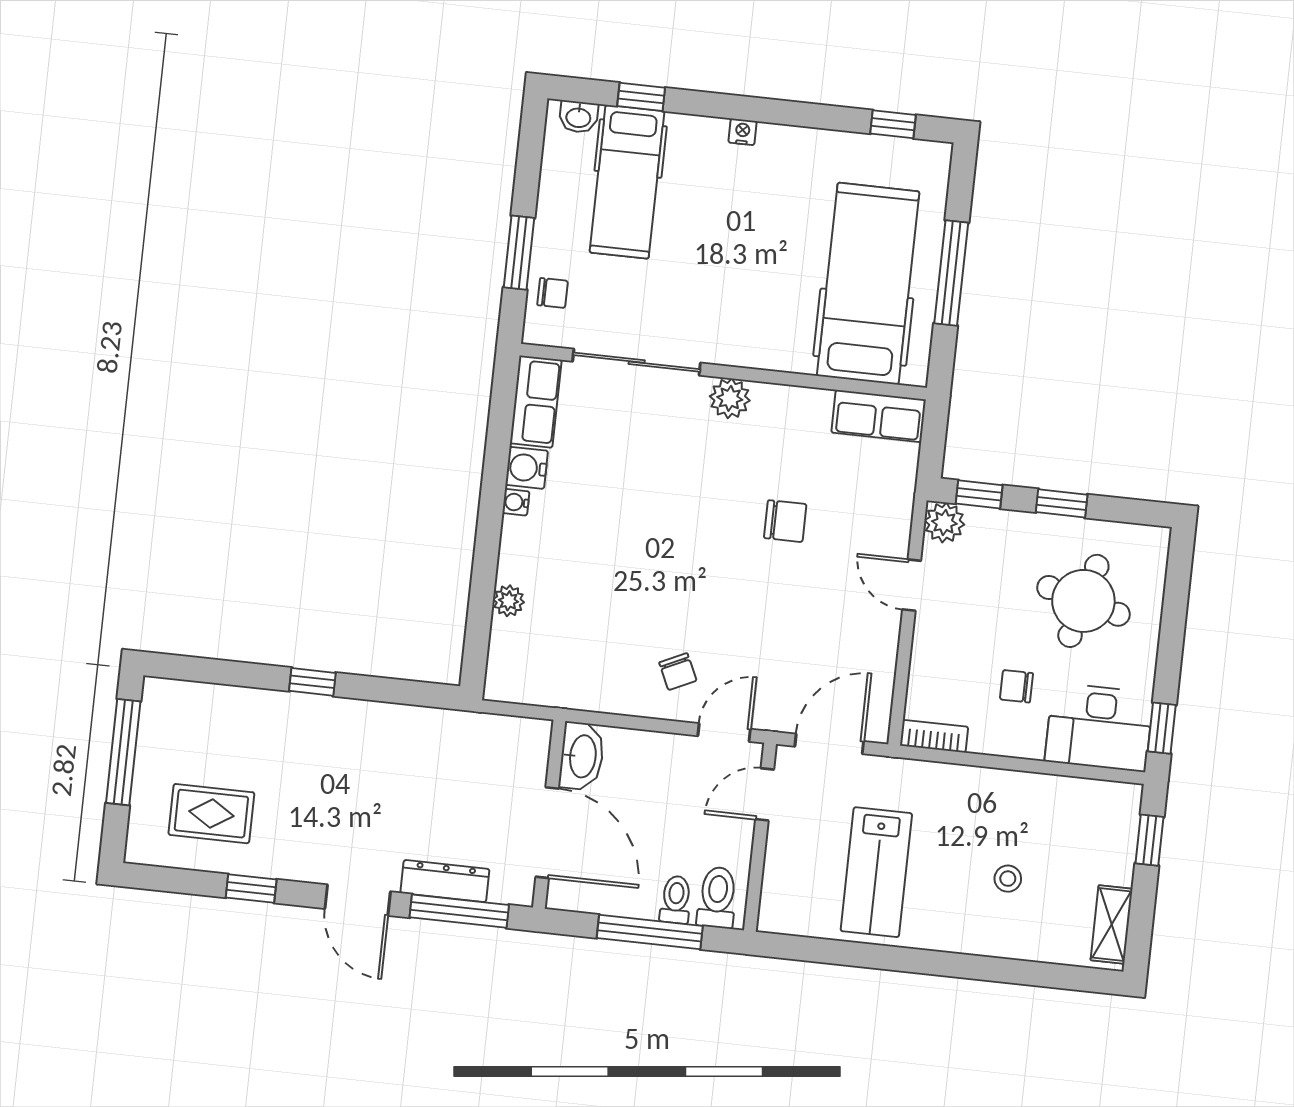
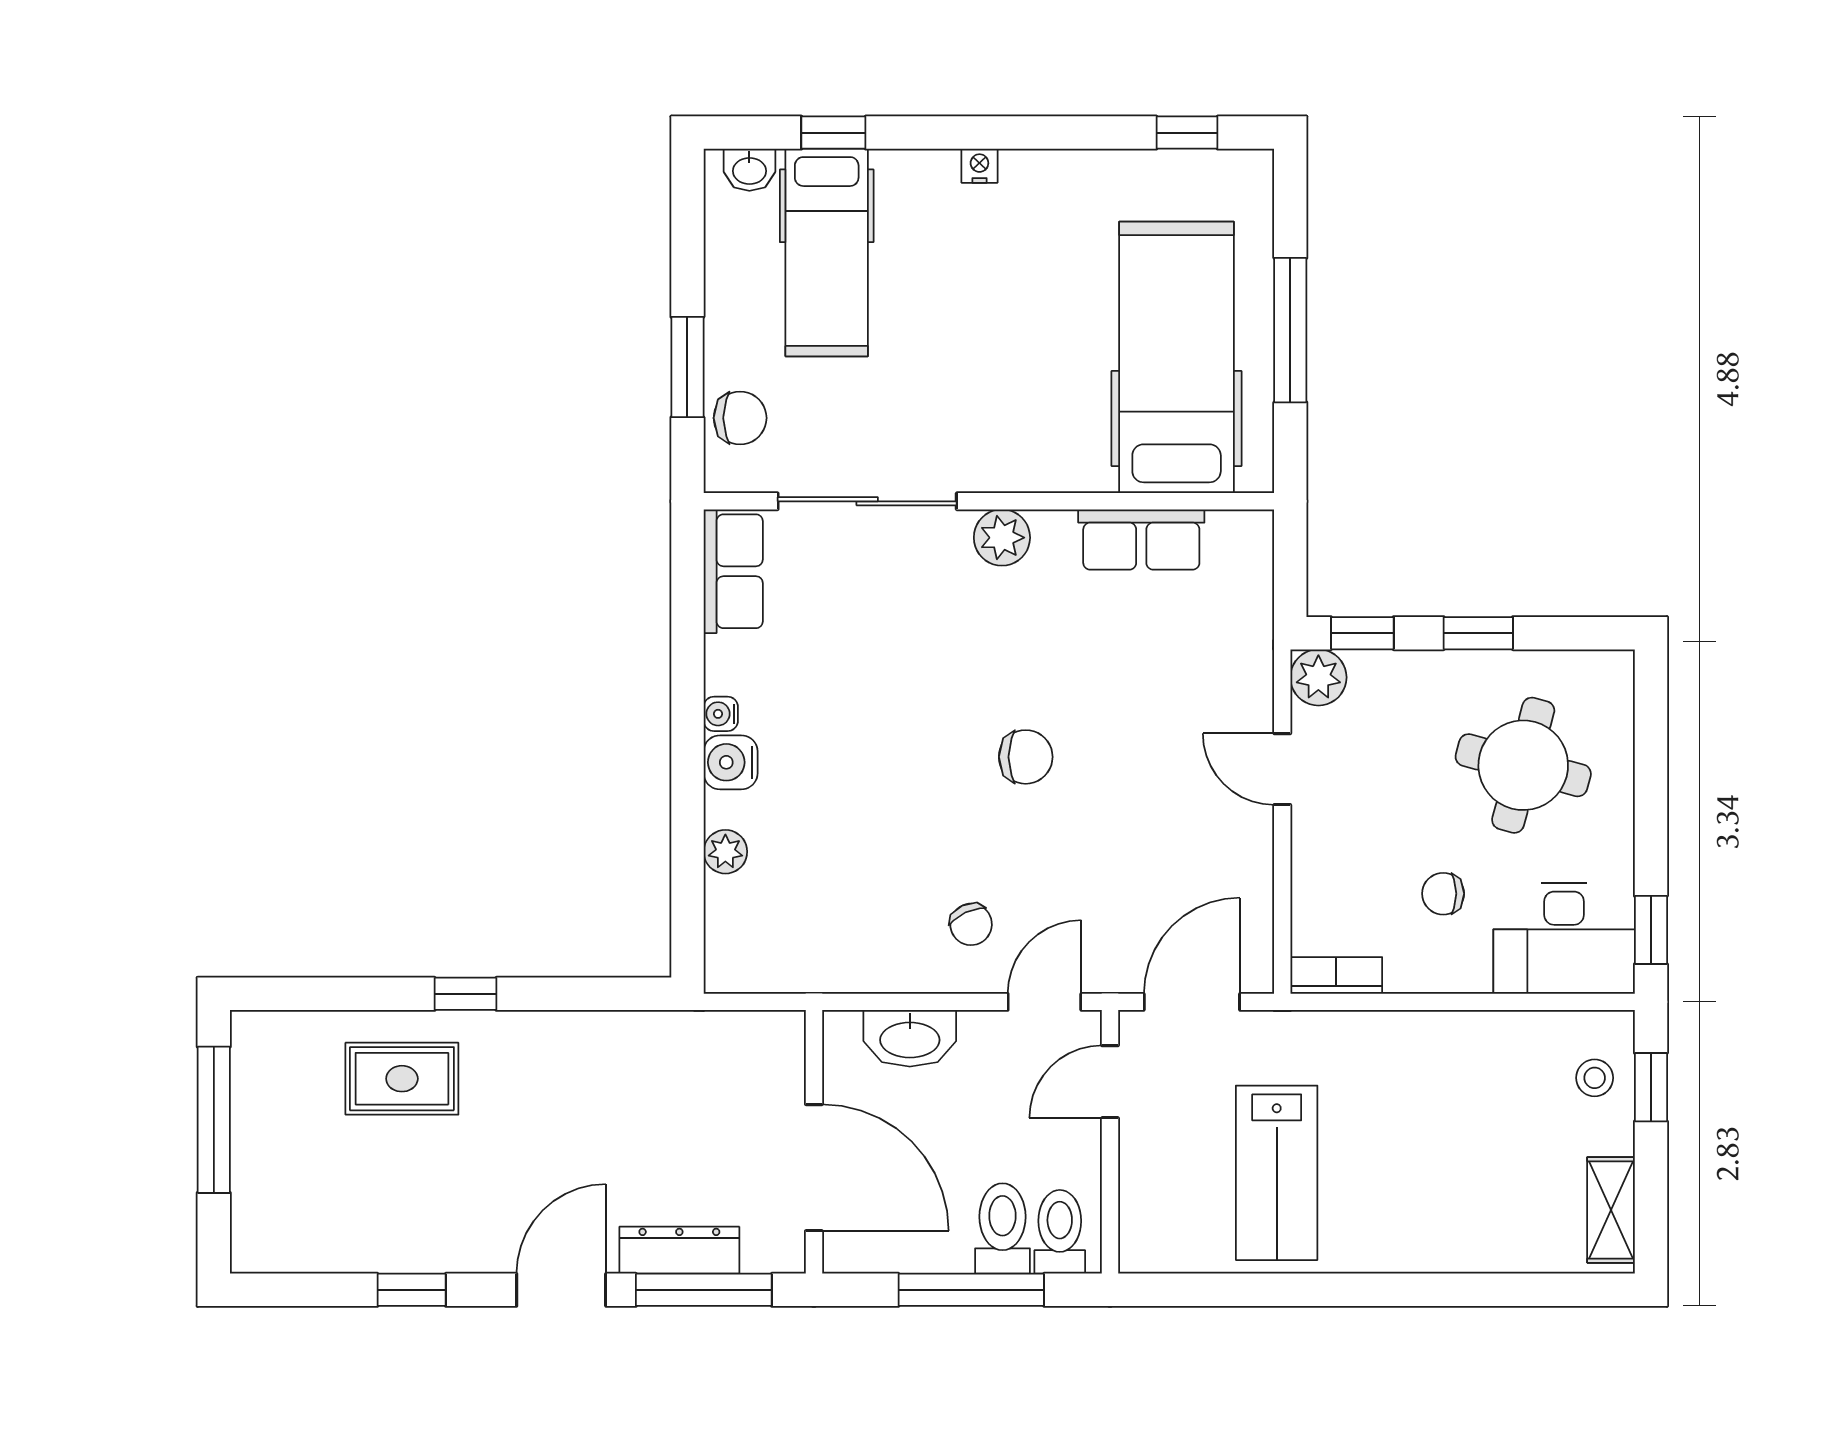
chair: (553, 293) -> (740, 418), width x1.37, depth x1.37
row of seats: (879, 416) -> (1141, 540), moved
water cooler: (527, 468) -> (731, 762), moved
chair: (785, 521) -> (1026, 757), moved
washbasin: (582, 756) -> (910, 1038), moved, turned 90
rug: (211, 814) -> (402, 1079), moved
stool: (1008, 879) -> (1595, 1078), moved
door: (358, 900) -> (561, 1290), swing flipped
toilet: (676, 900) -> (1002, 1228), width x1.37, depth x1.39

